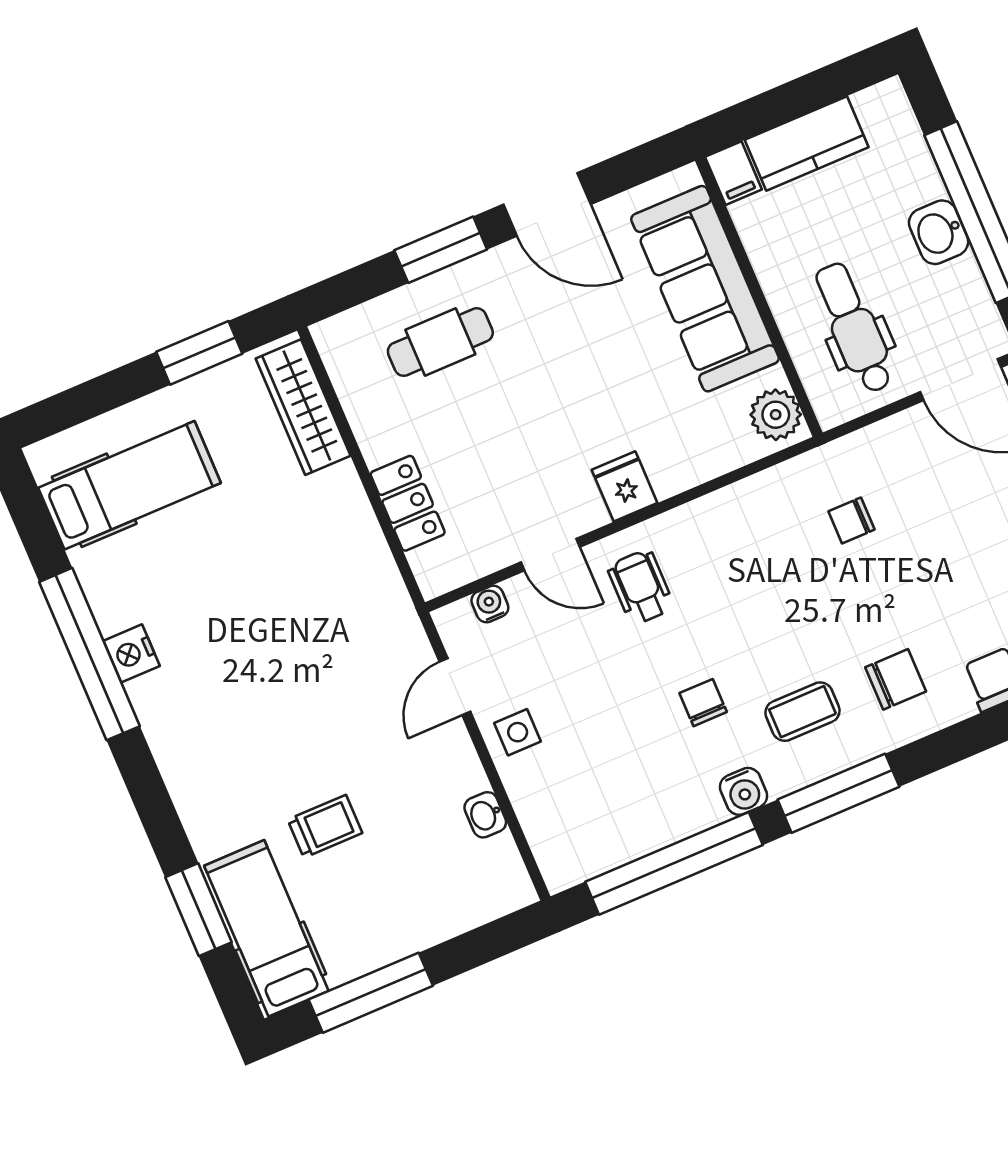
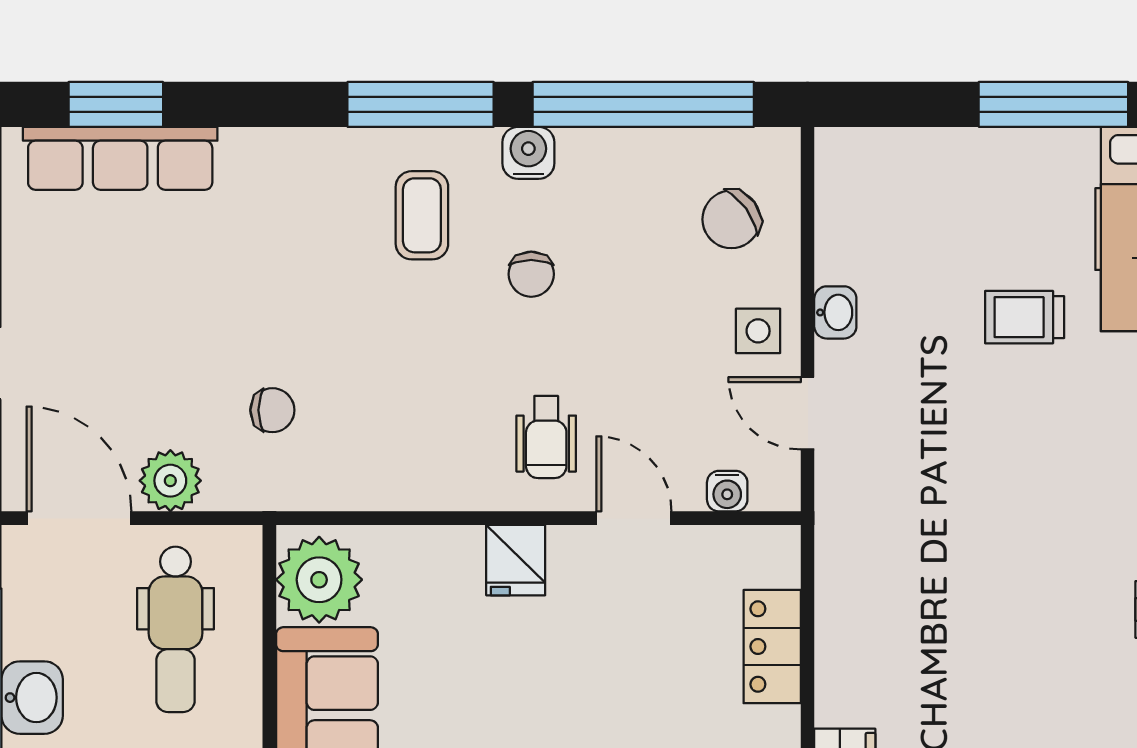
plant: (776, 415) -> (319, 580), width x1.36, depth x1.36
plant: (905, 436) -> (170, 481), added
chair: (896, 679) -> (731, 219), moved, turned -36
door: (455, 687) -> (808, 413), swing flipped
coffee table: (802, 712) -> (422, 215), turned 90
washbasin: (485, 815) -> (835, 312), moved

